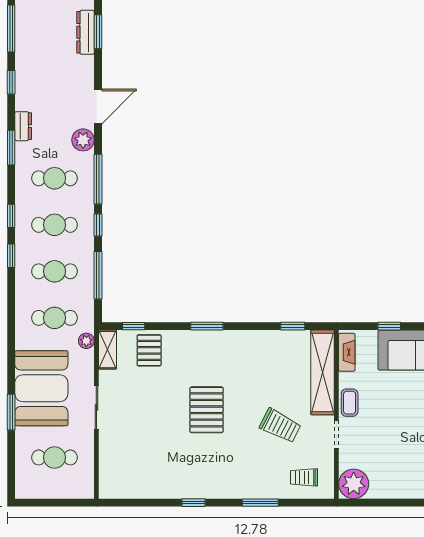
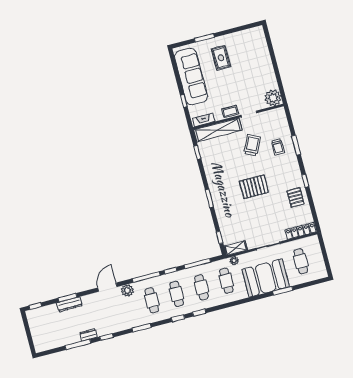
door: (98, 106) -> (107, 287), hinge flipped
dresser: (23, 126) -> (88, 335), moved
pallet: (149, 350) -> (296, 198), moved, turned 90
locker: (108, 471) -> (301, 231), added
trolley: (304, 477) -> (278, 147), moved

